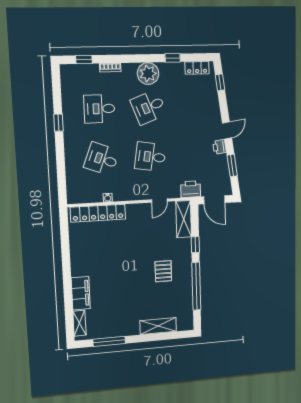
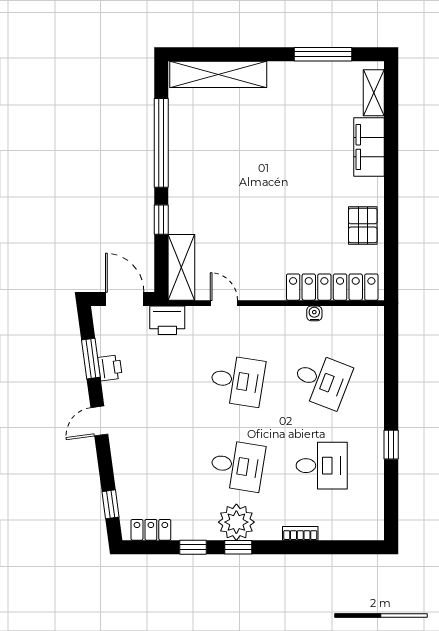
window: (84, 60) -> (238, 547), moved
desk: (149, 107) -> (237, 466), turned 30
printer: (220, 147) -> (110, 368), moved
door: (159, 201) -> (224, 303), hinge flipped
pallet: (163, 271) -> (363, 225), moved
shelving: (158, 326) -> (218, 74), width x1.47

